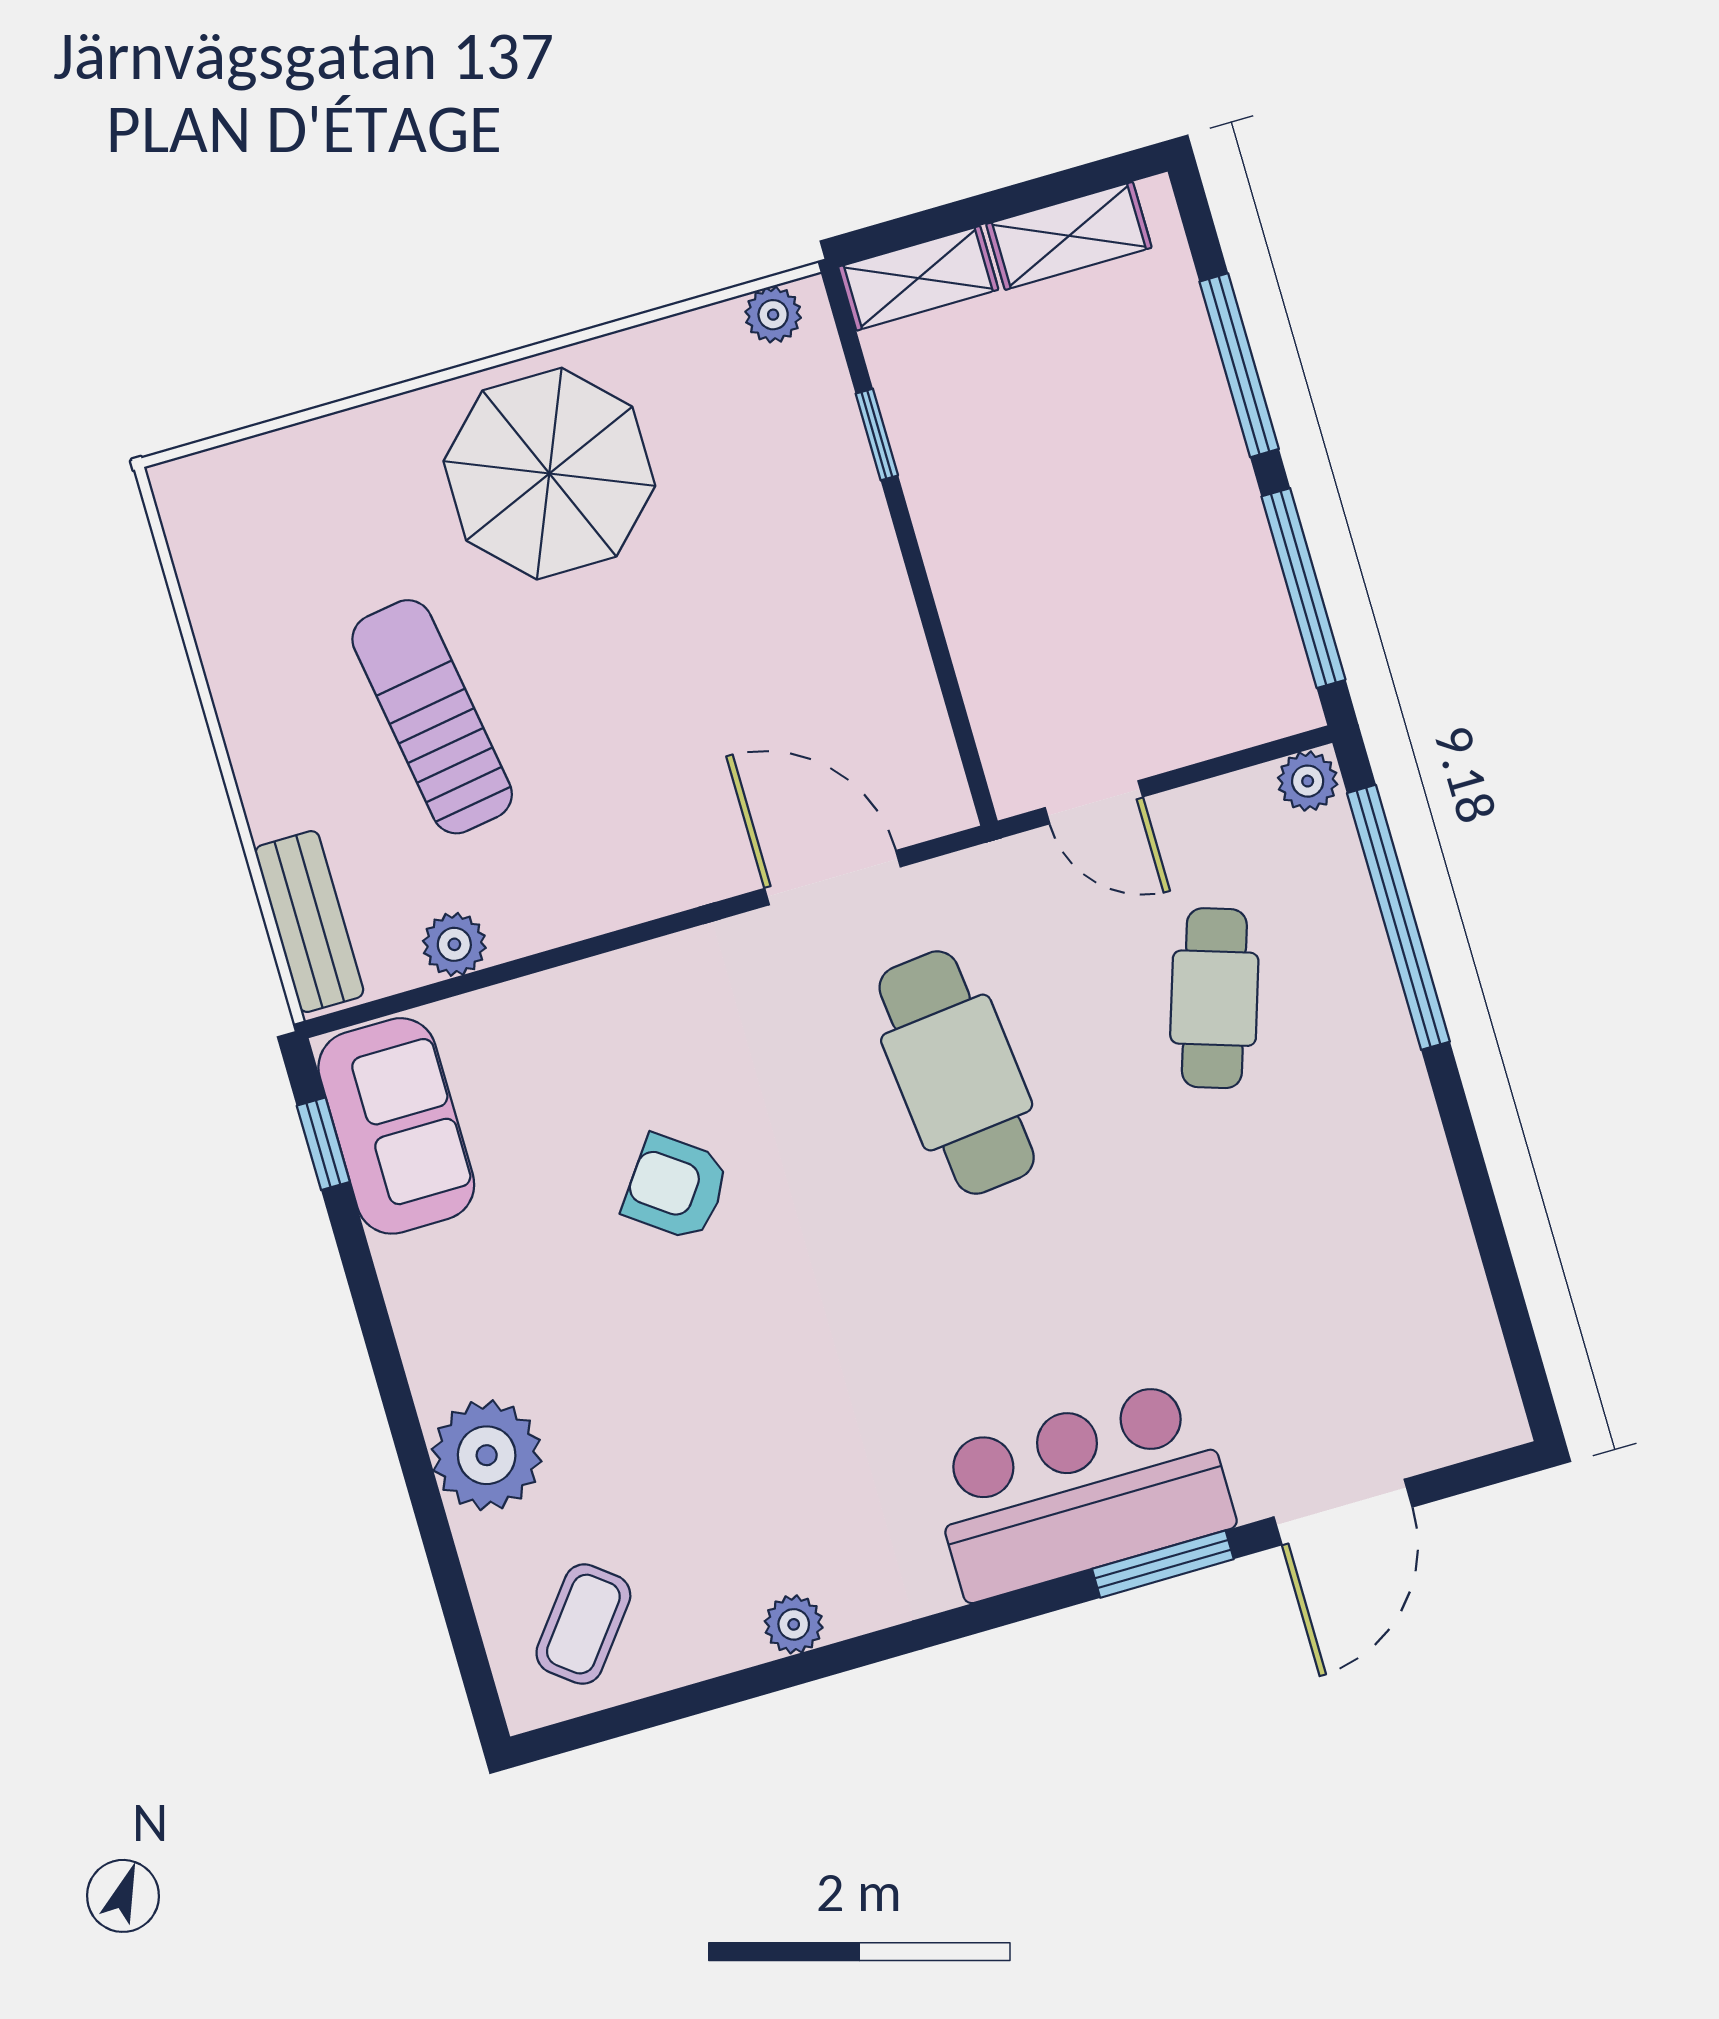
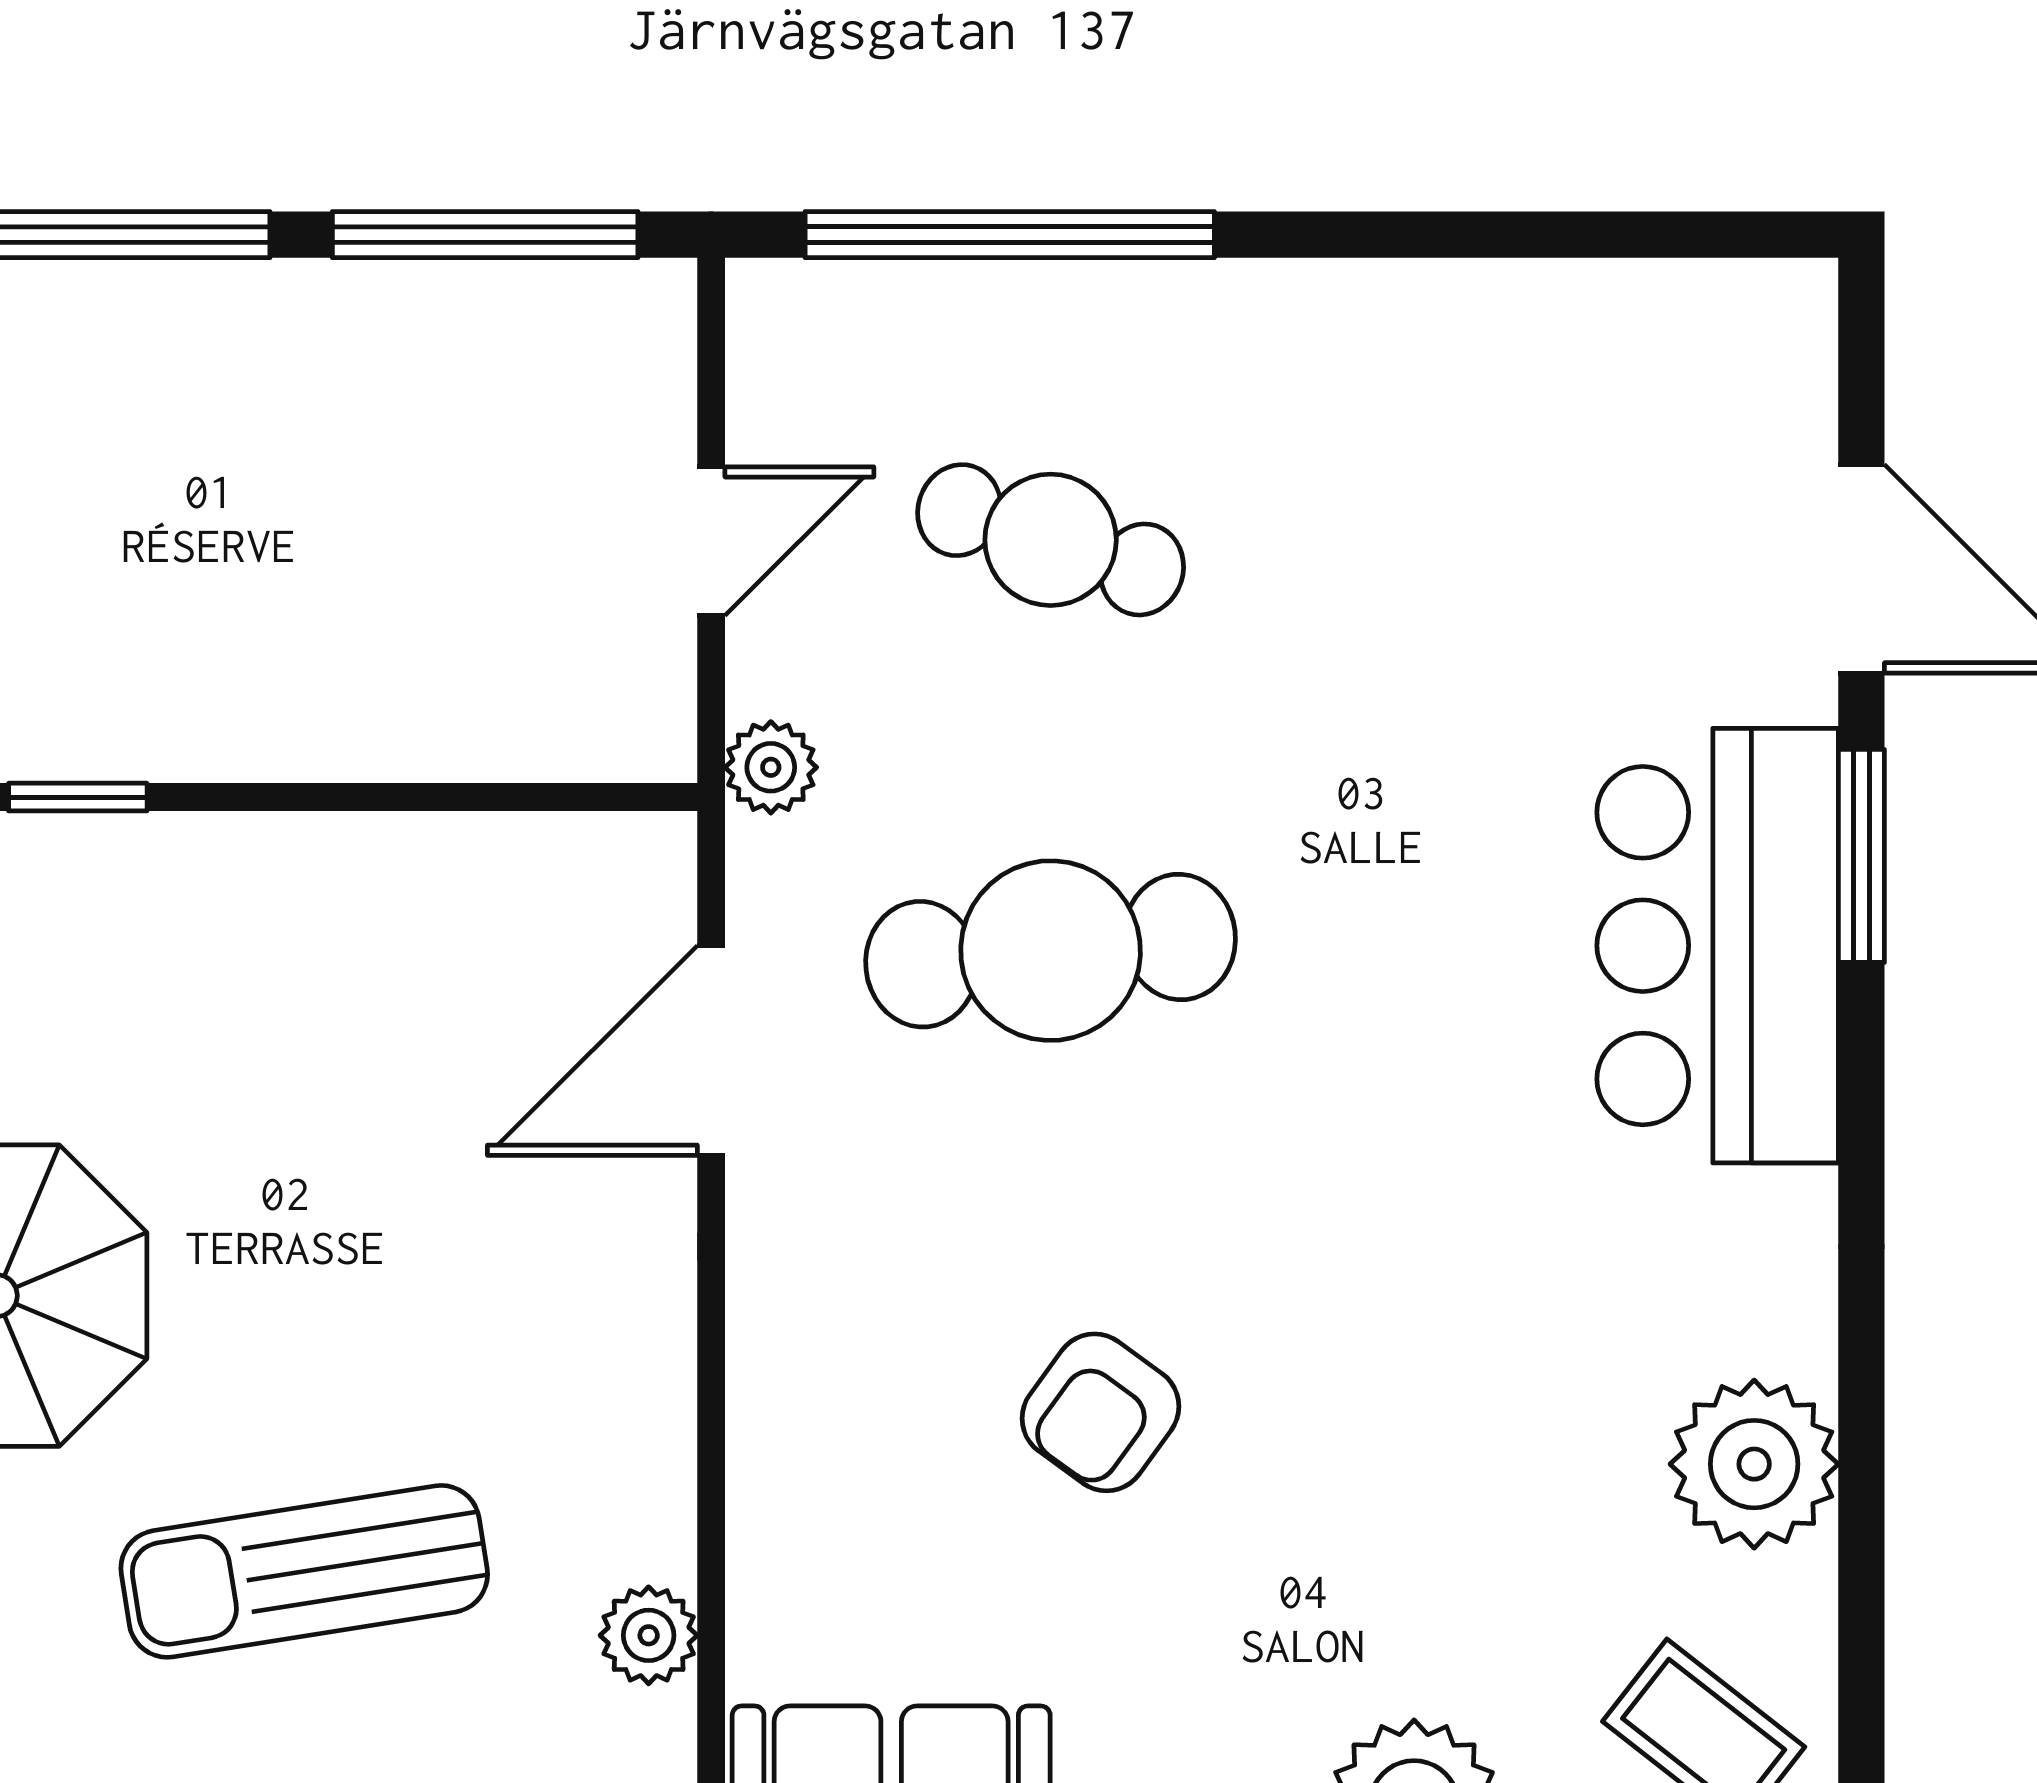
plant: (1308, 781) -> (771, 767), moved
door: (1094, 802) -> (711, 541), moved
plant: (794, 1624) -> (1754, 1464), width x1.87, depth x1.87

